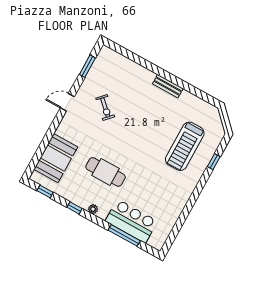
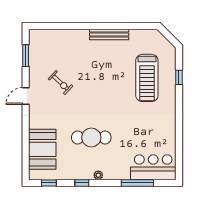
bench: (168, 86) -> (109, 34), width x1.36
bar counter: (131, 221) -> (153, 167), moved

